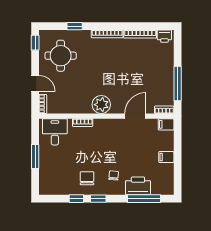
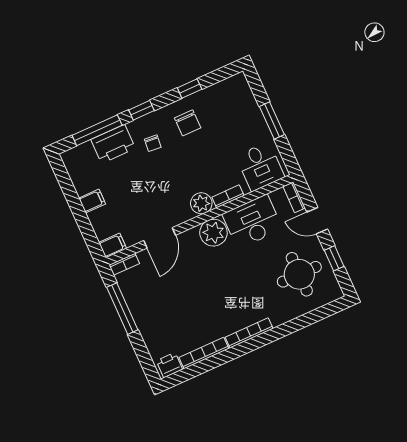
window: (75, 26) -> (298, 323), removed
window: (35, 43) -> (334, 258), moved
desk: (75, 101) -> (252, 222), added
plant: (101, 126) -> (201, 203), added
window: (98, 199) -> (141, 110), moved

